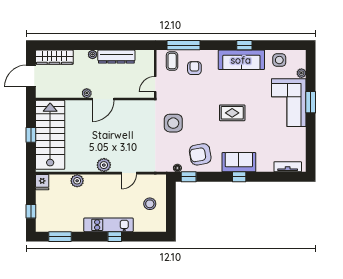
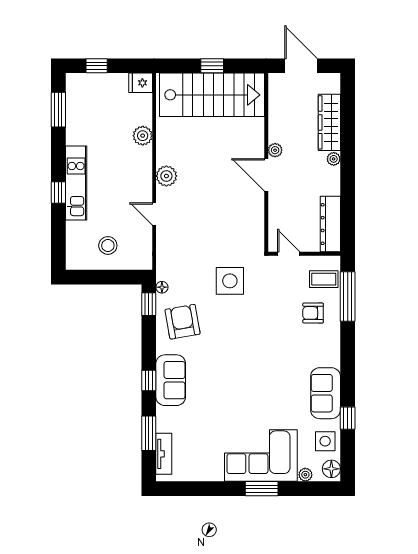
window: (244, 45) -> (348, 418), moved
floor lamp: (298, 56) -> (331, 469), added
wardrobe: (54, 57) -> (329, 122), moved
dresser: (116, 57) -> (330, 224), moved
sofa: (241, 60) -> (326, 393), width x0.73
armchair: (194, 68) -> (313, 313), turned 180
rug: (232, 113) -> (245, 370), removed
window: (274, 177) -> (149, 433), added

